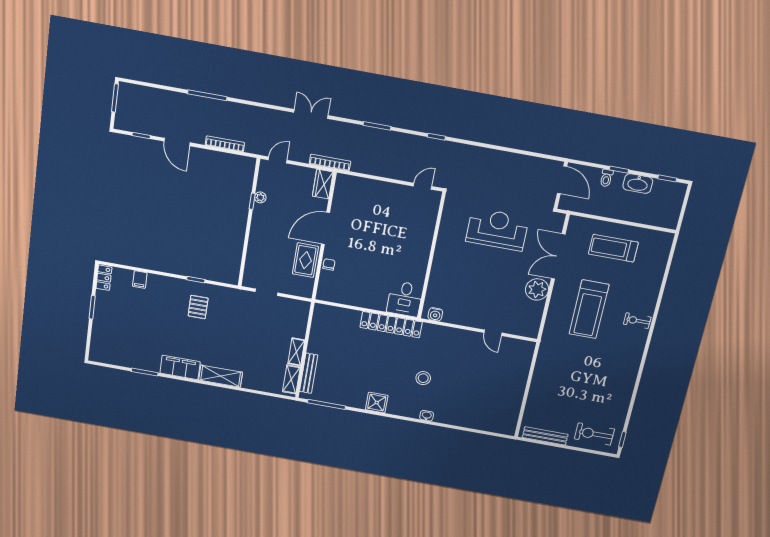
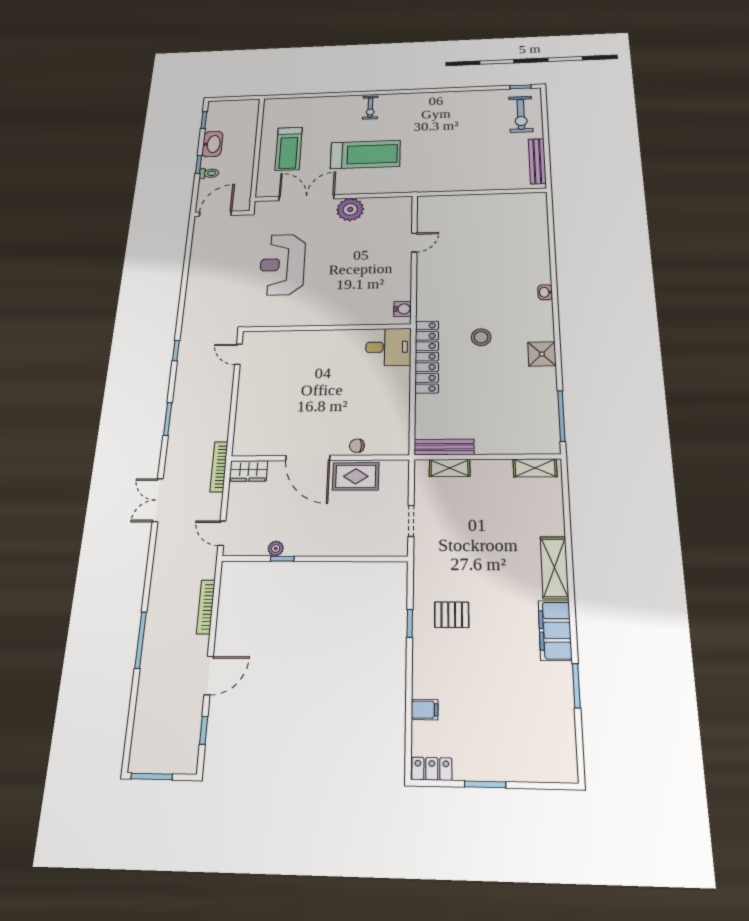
double door: (558, 257) -> (306, 198), swing flipped
shelving: (296, 352) -> (450, 468), moved
bench: (309, 373) -> (444, 447), moved
stool: (423, 378) -> (481, 337), moved

